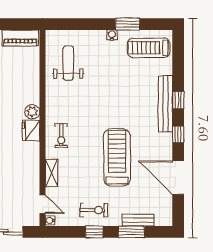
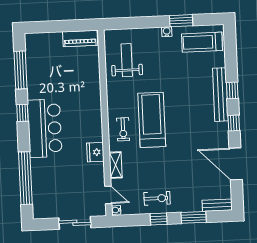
plant: (32, 112) -> (95, 108), removed
fridge: (31, 130) -> (95, 152), moved
treadmill: (117, 158) -> (152, 120), moved
bench: (138, 220) -> (217, 205), moved

